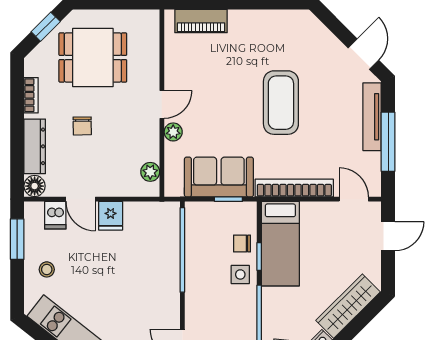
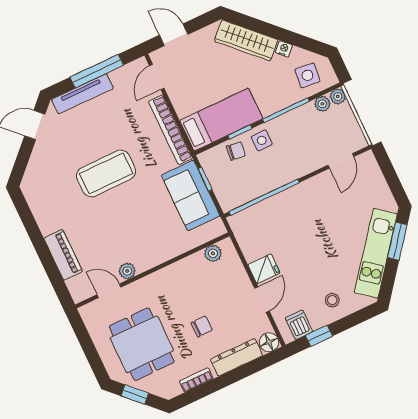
piano: (201, 21) -> (63, 255), moved
door: (162, 105) -> (109, 291), moved
plant: (173, 132) -> (127, 271), moved
dishwasher: (55, 215) -> (299, 325), moved, turned -90
window: (17, 239) -> (319, 336), width x0.67
chair: (242, 243) -> (236, 151), turned -83

